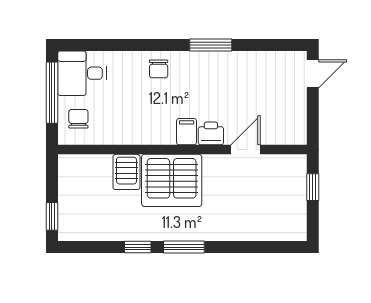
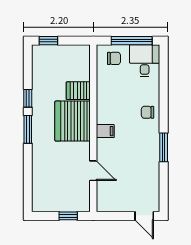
printer: (211, 133) -> (104, 147), removed

